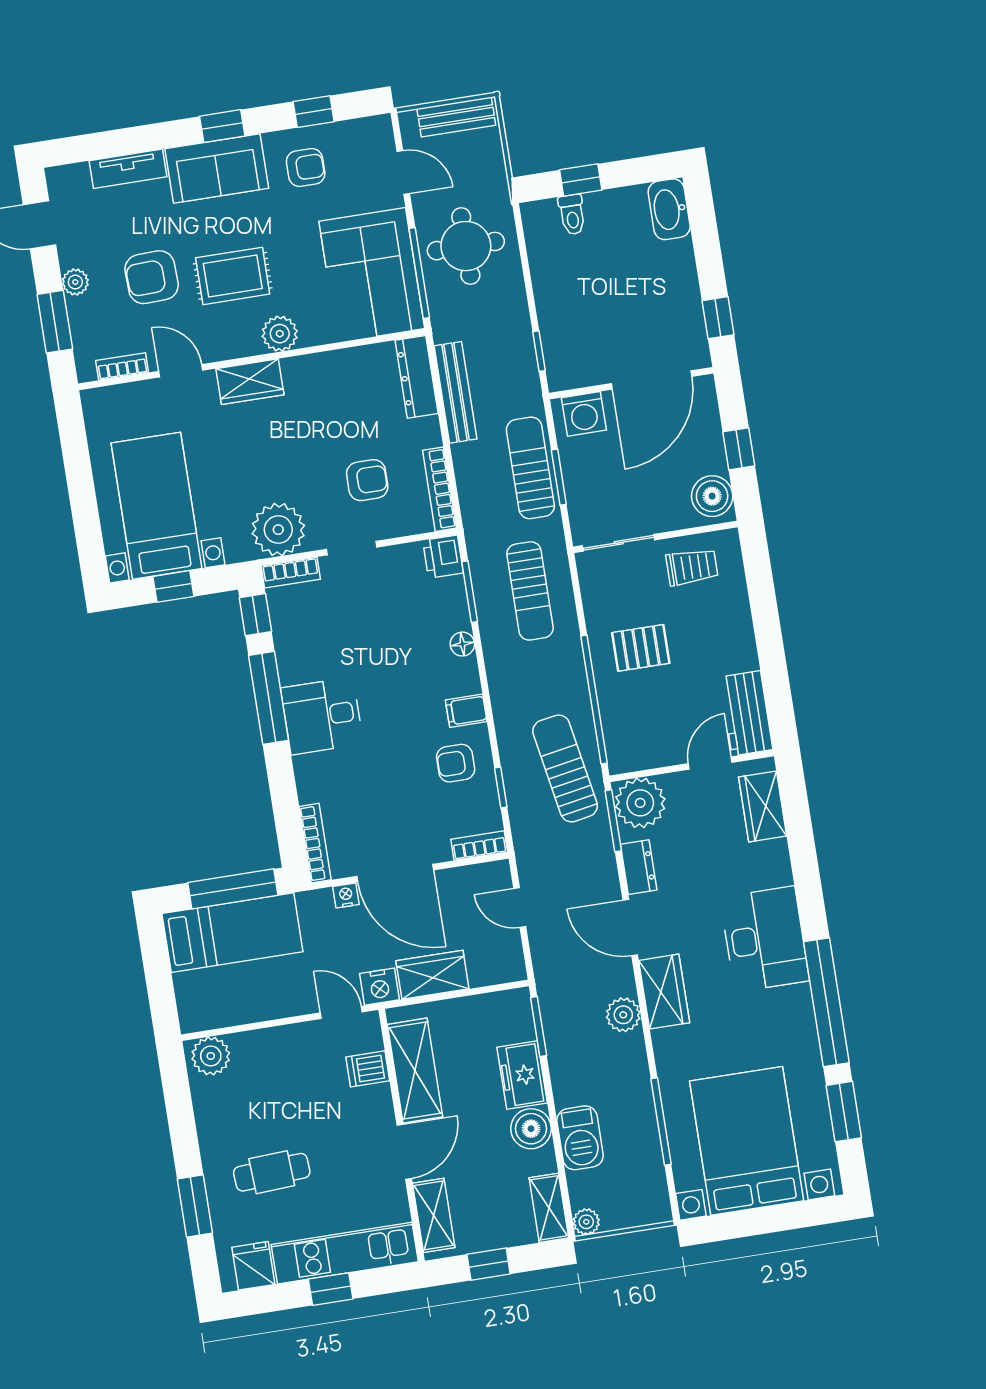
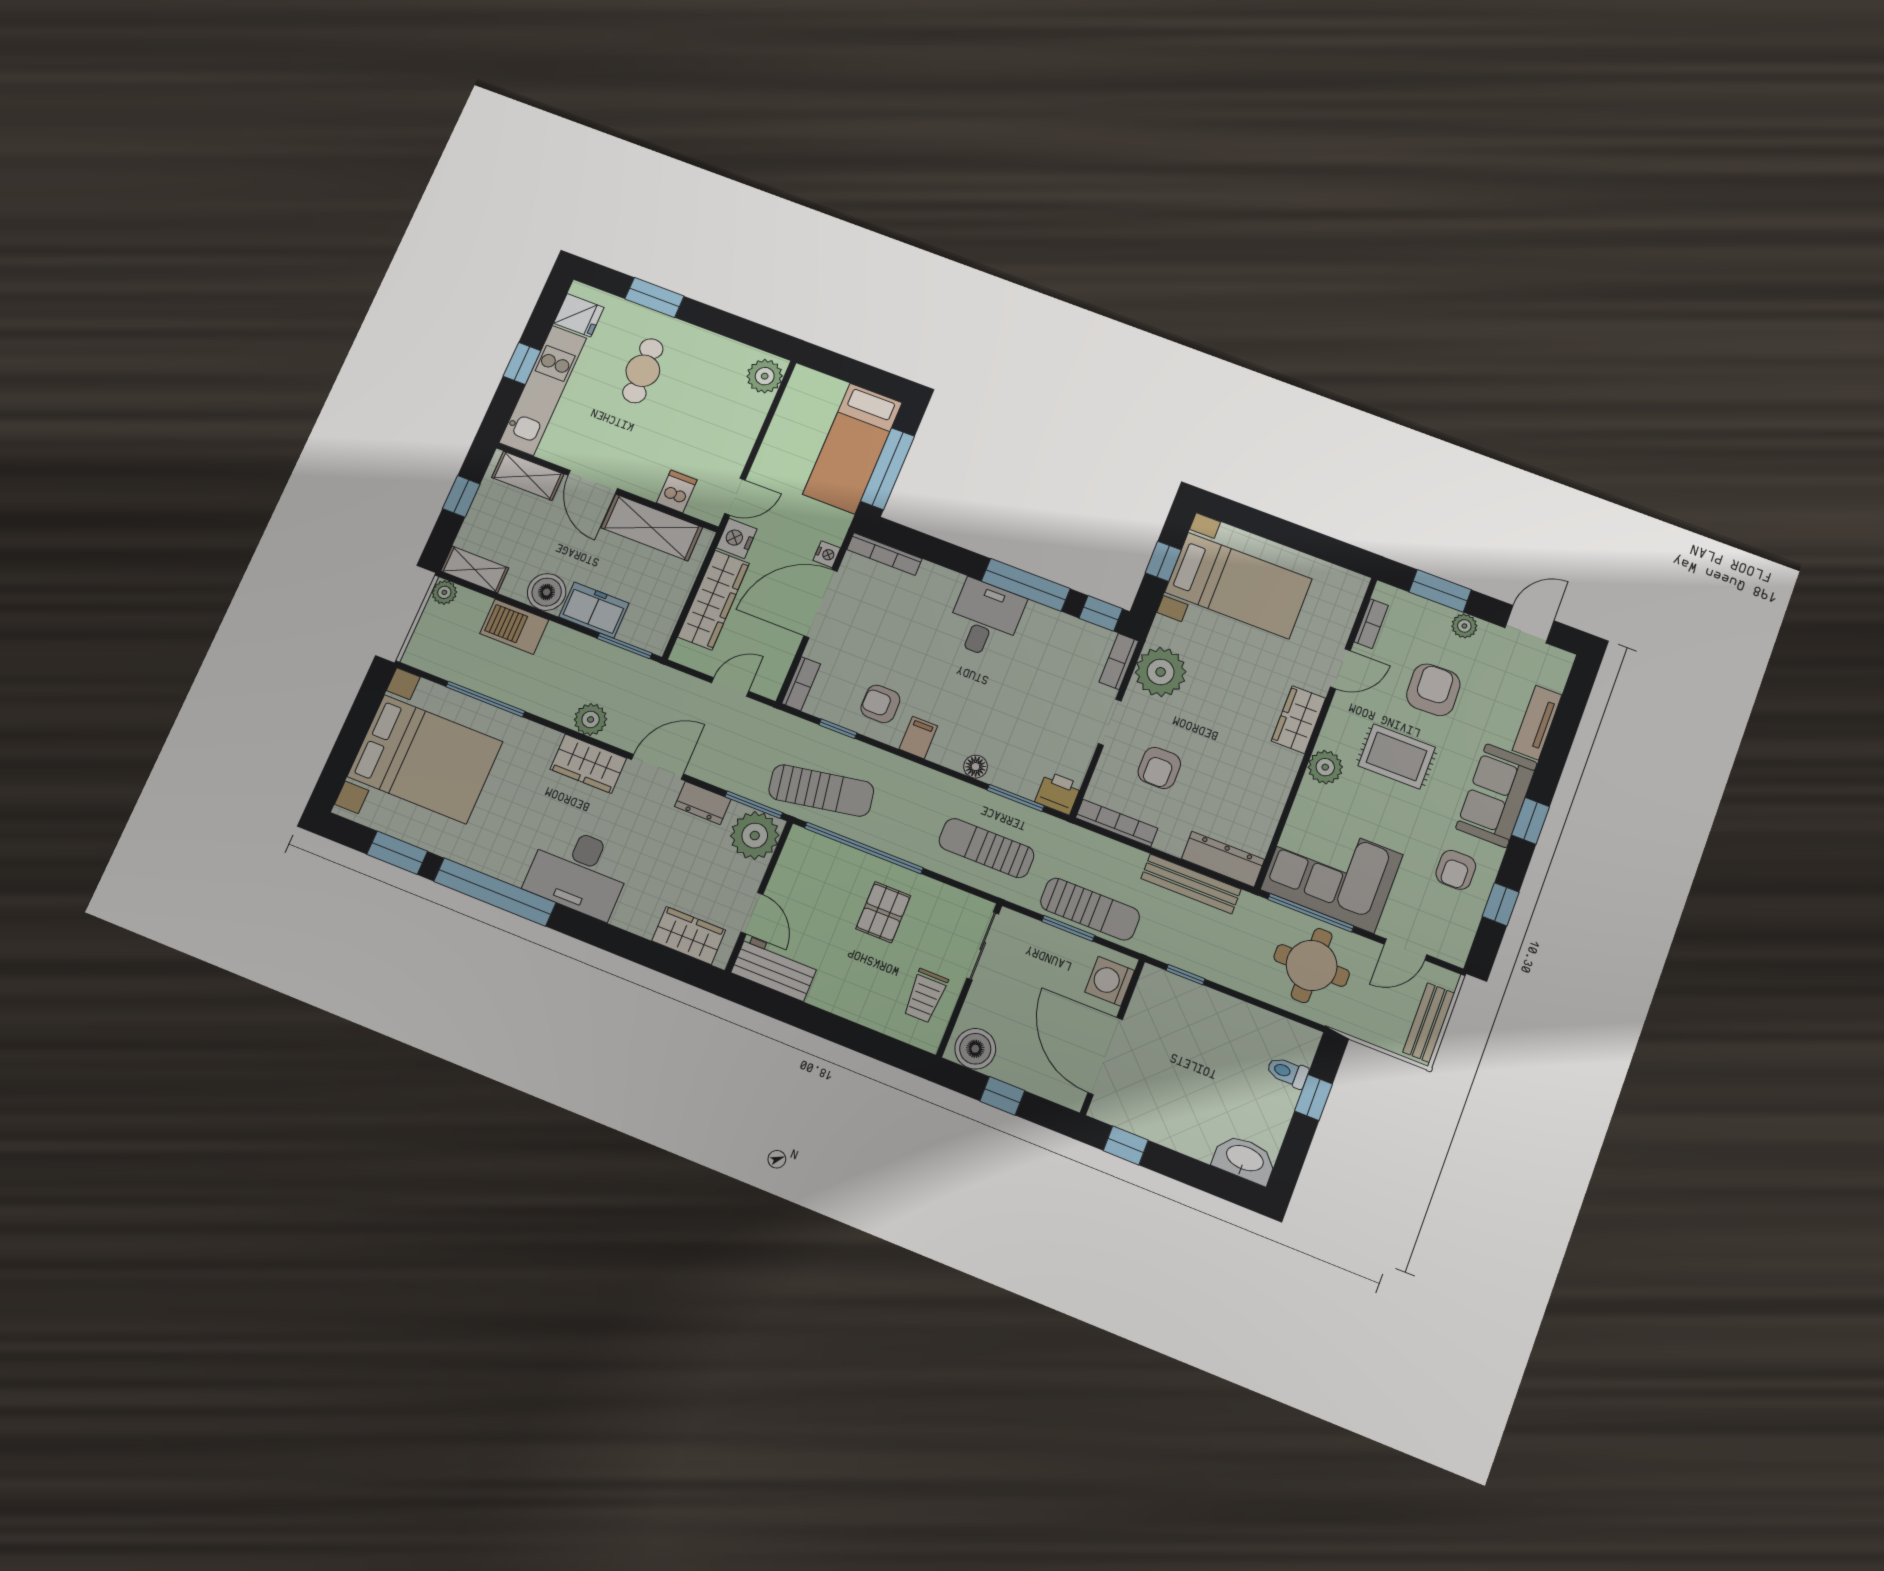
rug: (233, 276) -> (1397, 757), turned 90
armchair: (456, 763) -> (880, 704), turned -90
wardrobe: (432, 975) -> (713, 600), width x1.50

